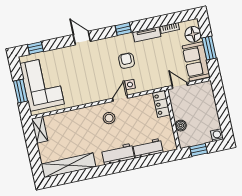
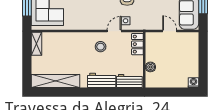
locker: (161, 104) -> (137, 44), moved
wall: (172, 119) -> (144, 60), moved
boiler: (181, 126) -> (150, 67), moved
window: (199, 150) -> (174, 92), removed

